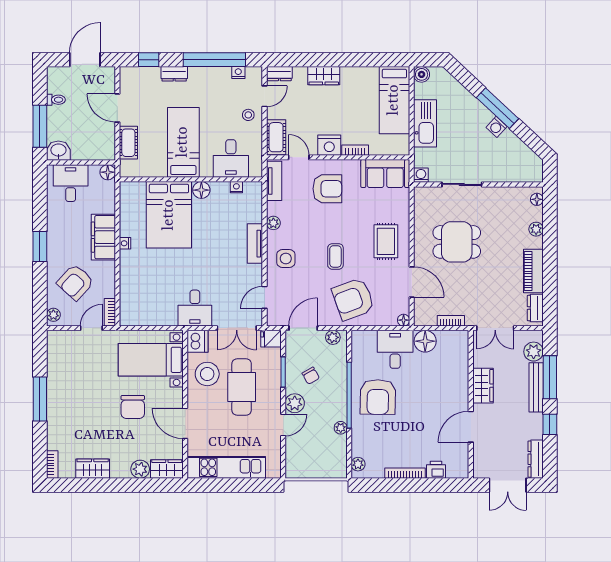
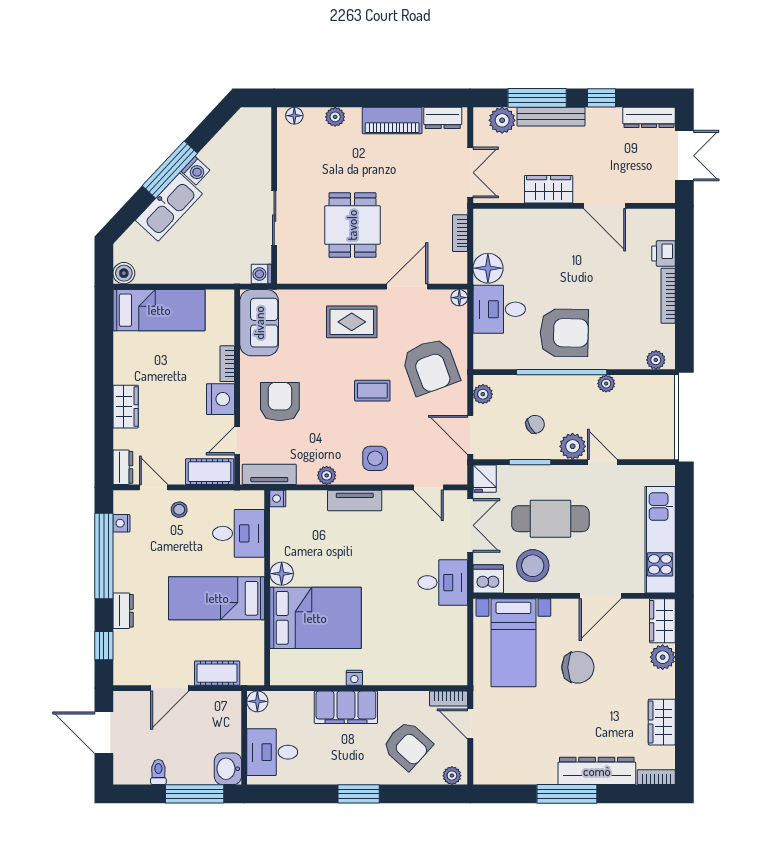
kitchen sink: (425, 123) -> (169, 207), moved, turned 133
nightstand: (236, 187) -> (278, 499), moved
dresser: (57, 421) -> (597, 771), added

